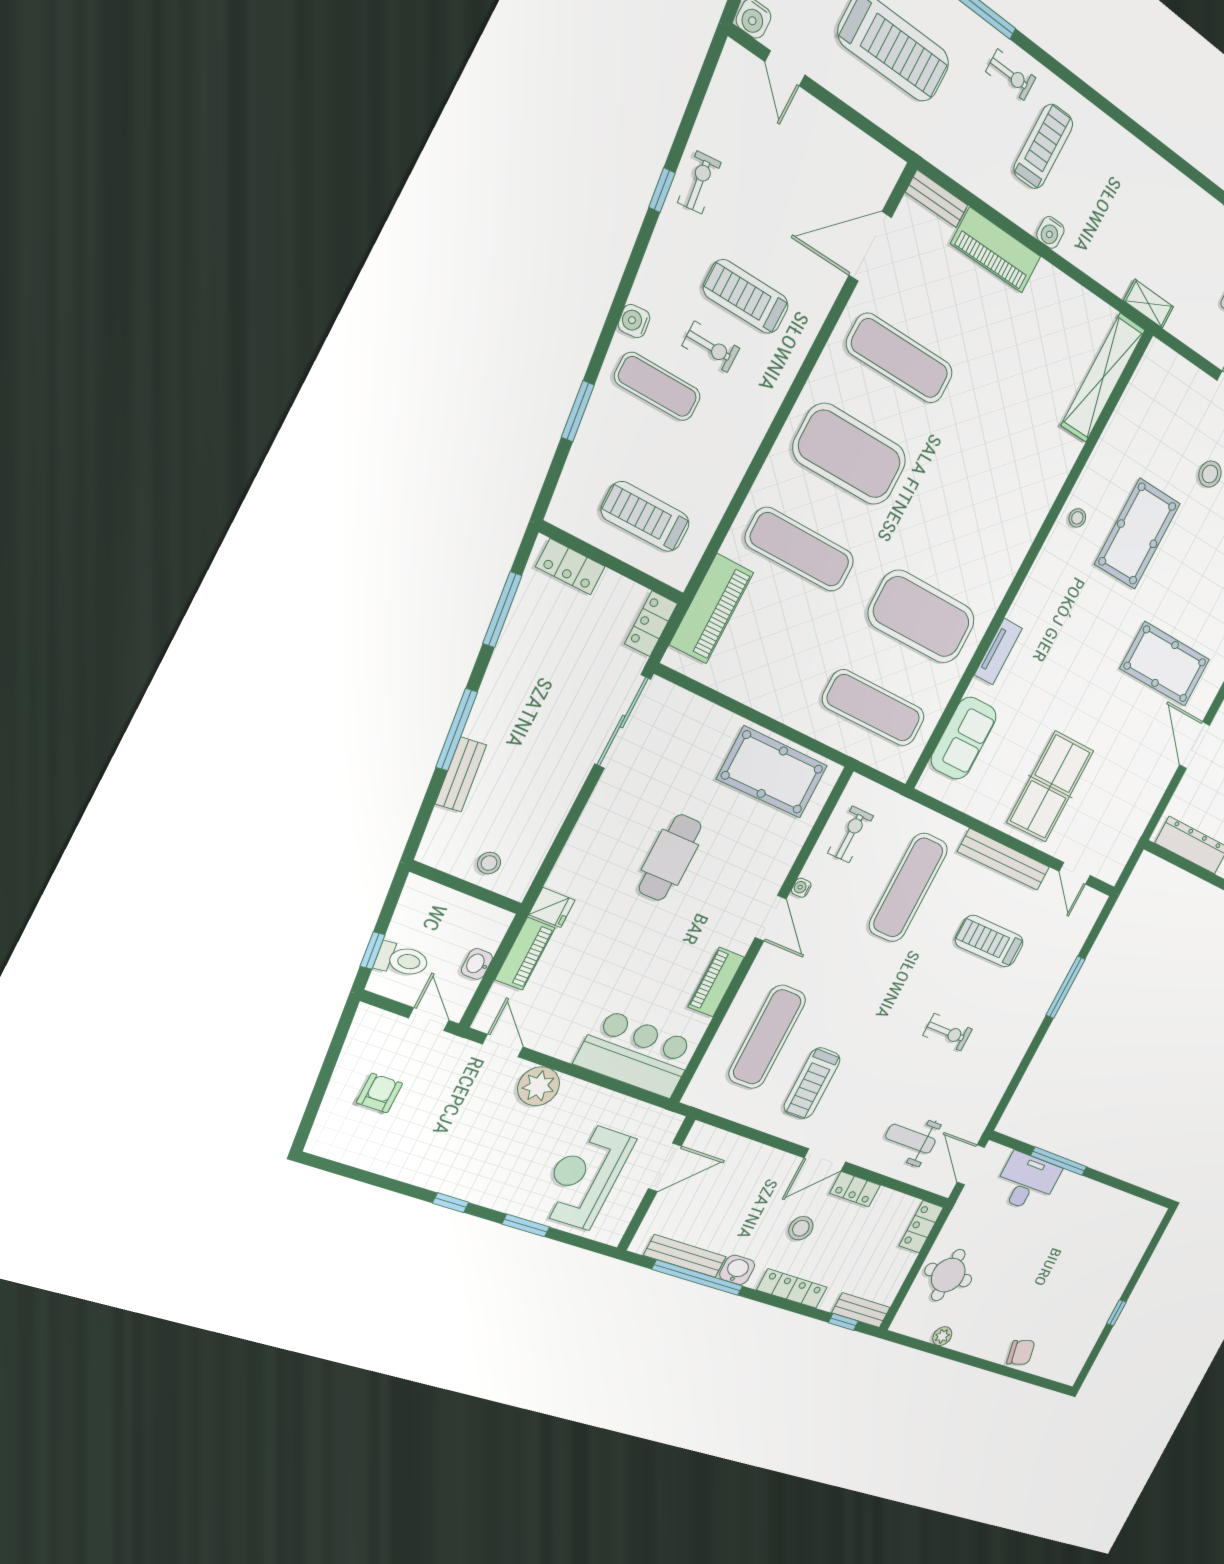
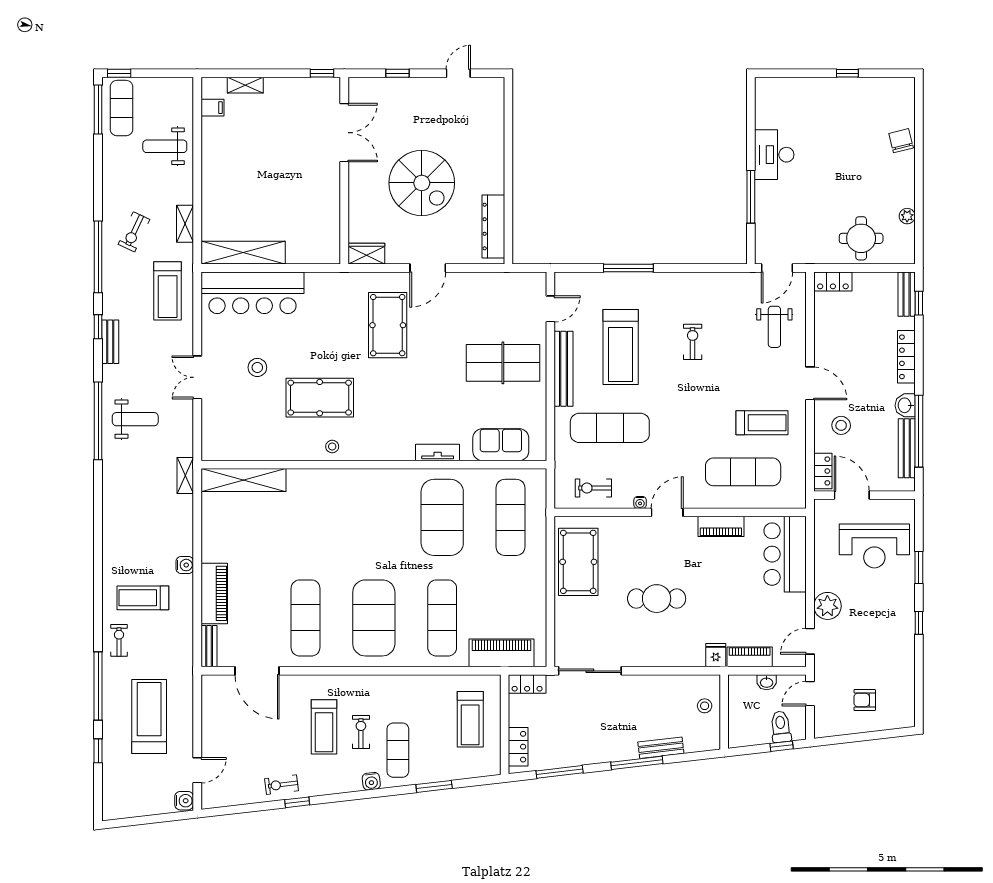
treadmill: (989, 941) -> (621, 347), width x1.37, depth x1.38
desk: (1027, 1182) -> (774, 155), moved
locker: (855, 1189) -> (823, 471), moved
stool: (801, 1228) -> (841, 425), moved

